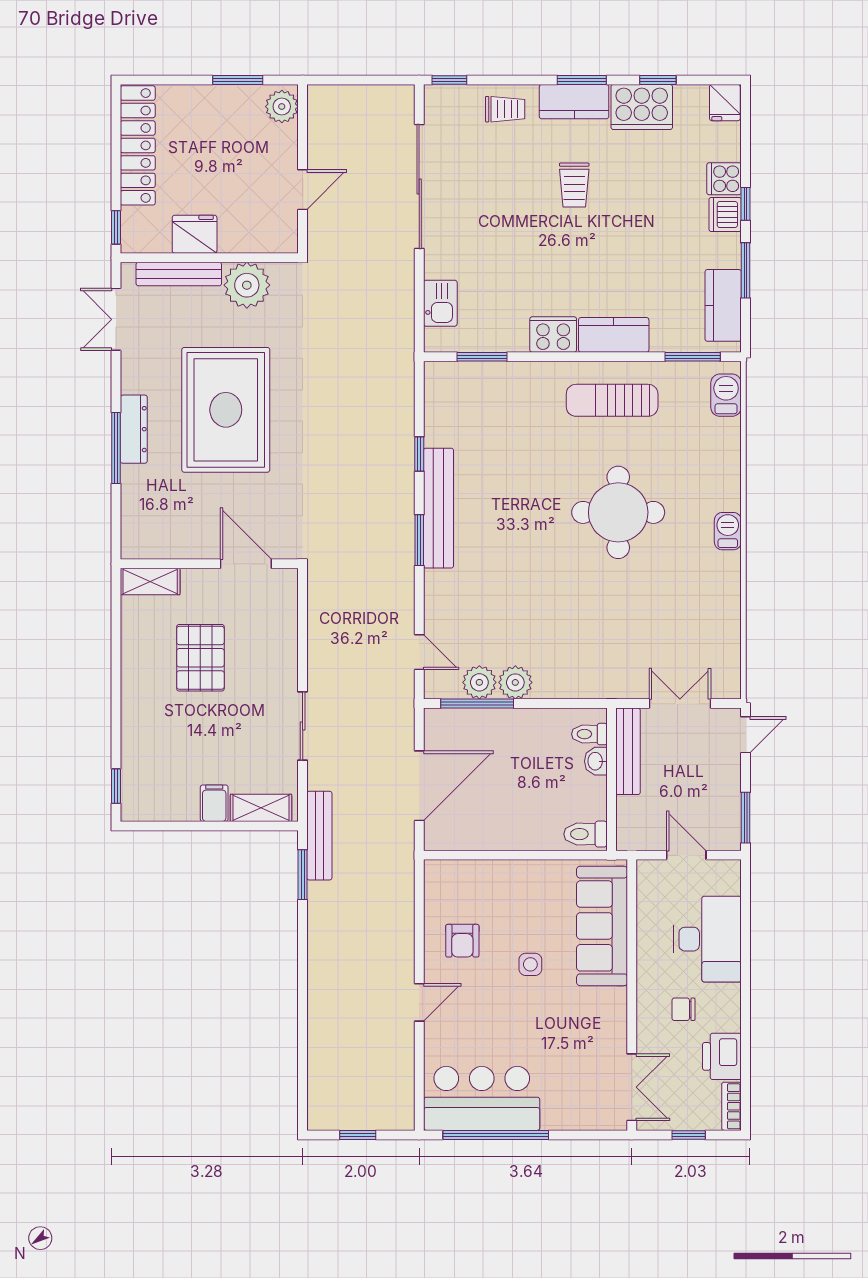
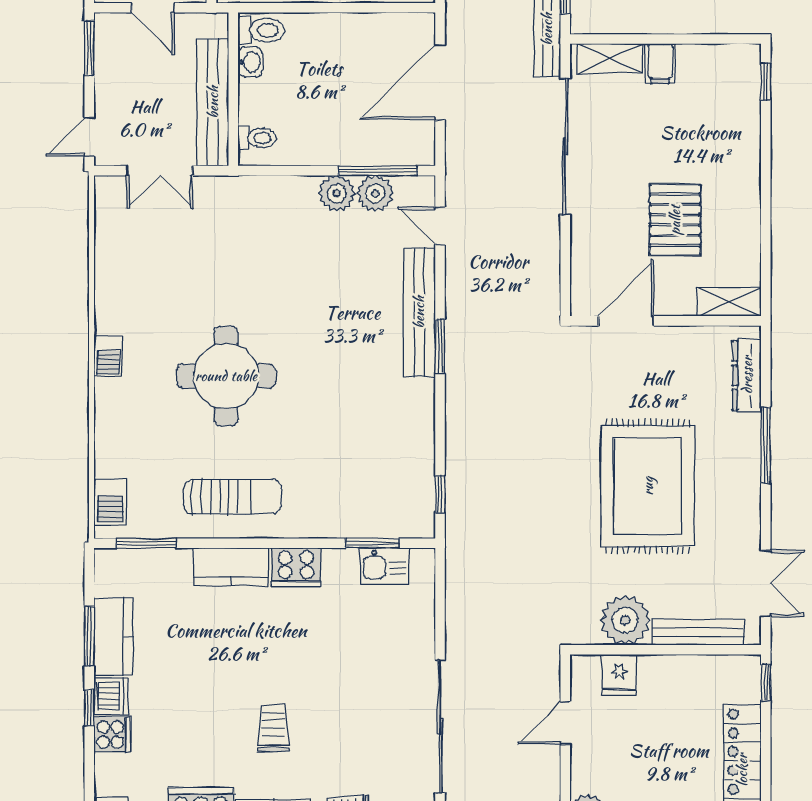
fridge: (195, 234) -> (619, 675), moved, width x0.72
kitchen sink: (440, 303) -> (384, 566), moved, turned -90
kitchen counter: (723, 305) -> (113, 637), moved
dresser: (134, 429) -> (747, 375), moved
window: (419, 454) -> (440, 494), moved
bench: (438, 508) -> (419, 312), moved
door: (246, 564) -> (626, 321), swing flipped
sliding door: (303, 726) -> (565, 147), width x1.86
bench: (628, 751) -> (213, 102), width x1.37, depth x1.21
washbasin: (596, 761) -> (250, 62), moved

